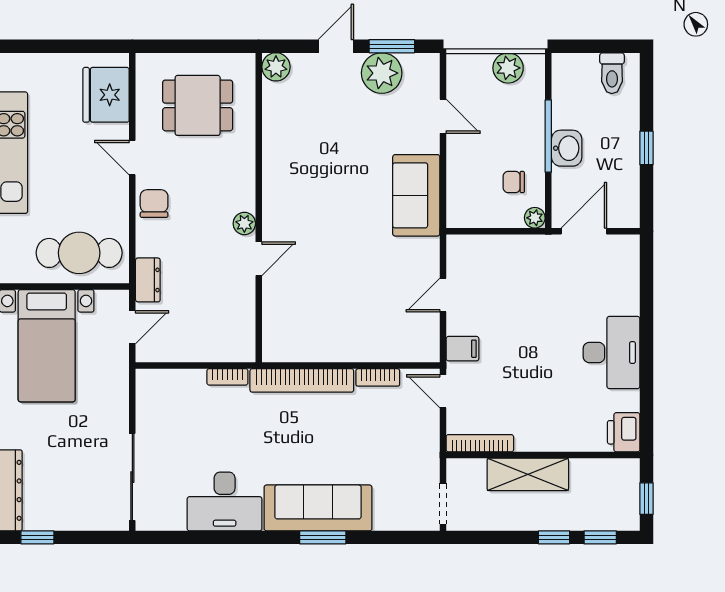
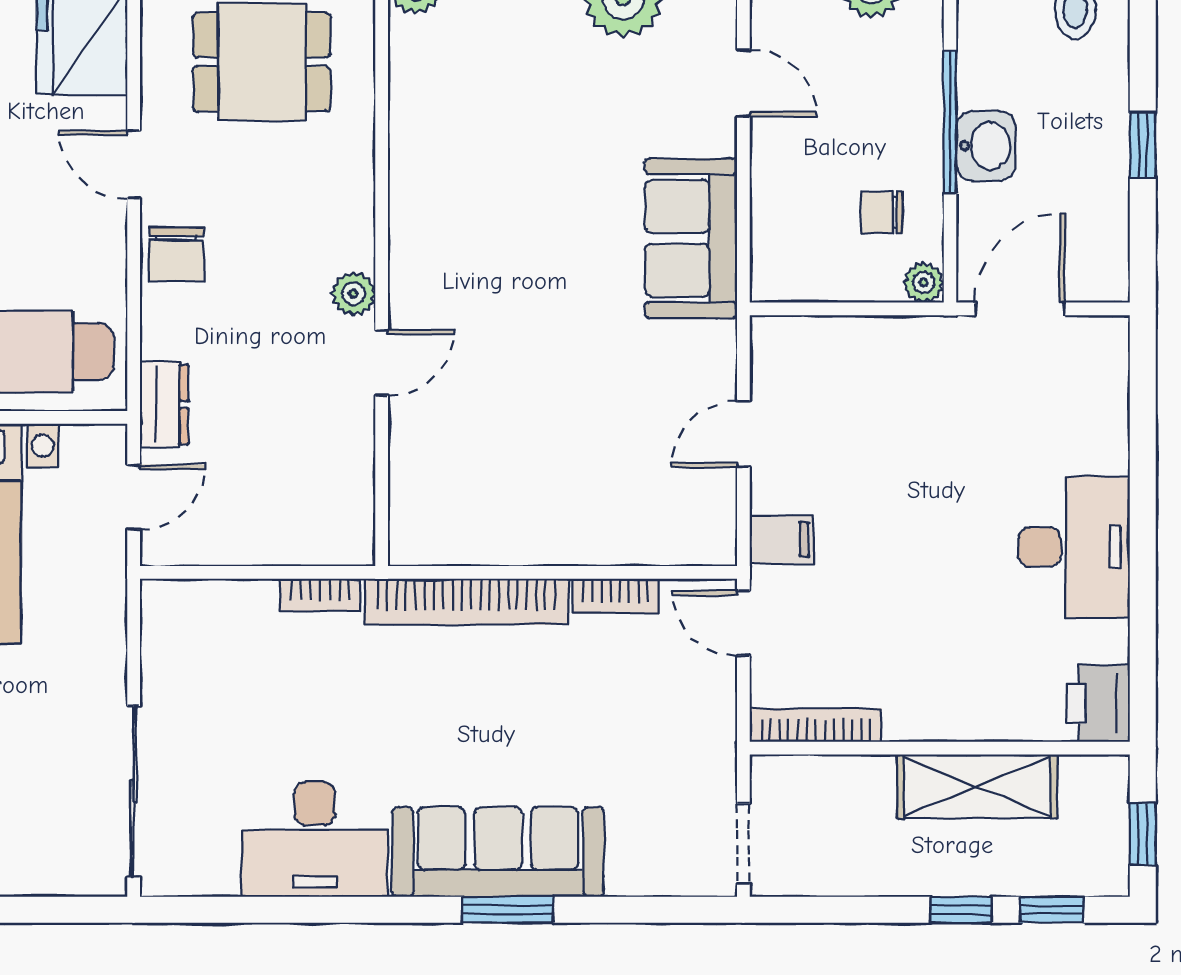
chair: (154, 204) -> (176, 255), turned 180
shelving: (528, 474) -> (977, 786), moved

